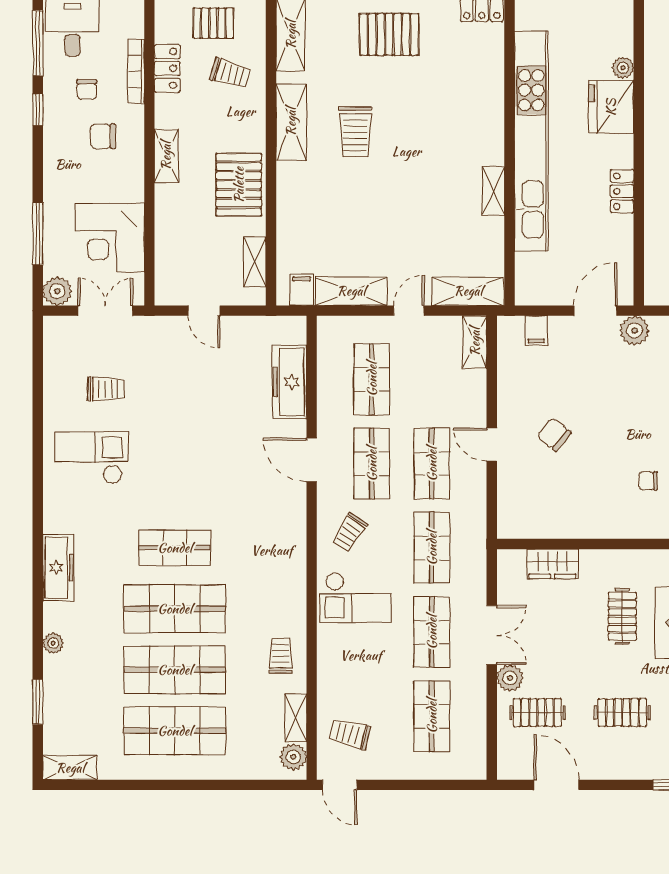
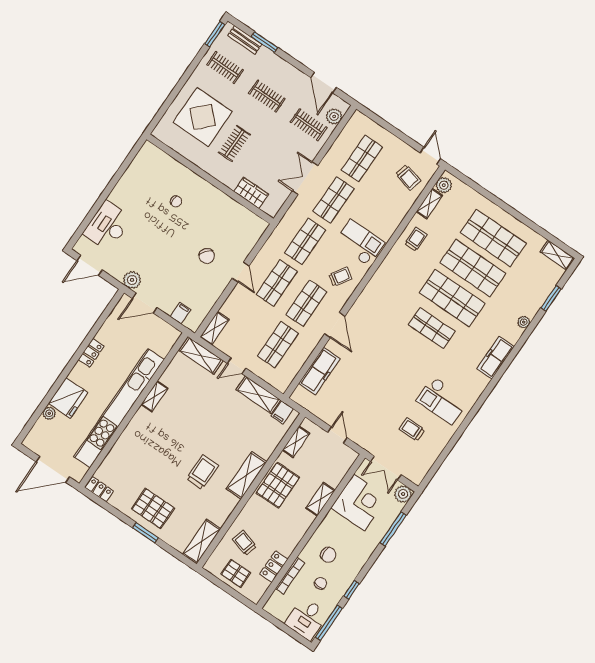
shelving: (291, 122) -> (246, 475), moved
shelving: (166, 156) -> (320, 499), moved
trolley: (281, 656) -> (416, 239), turned 180
plant: (510, 678) -> (334, 116), moved

